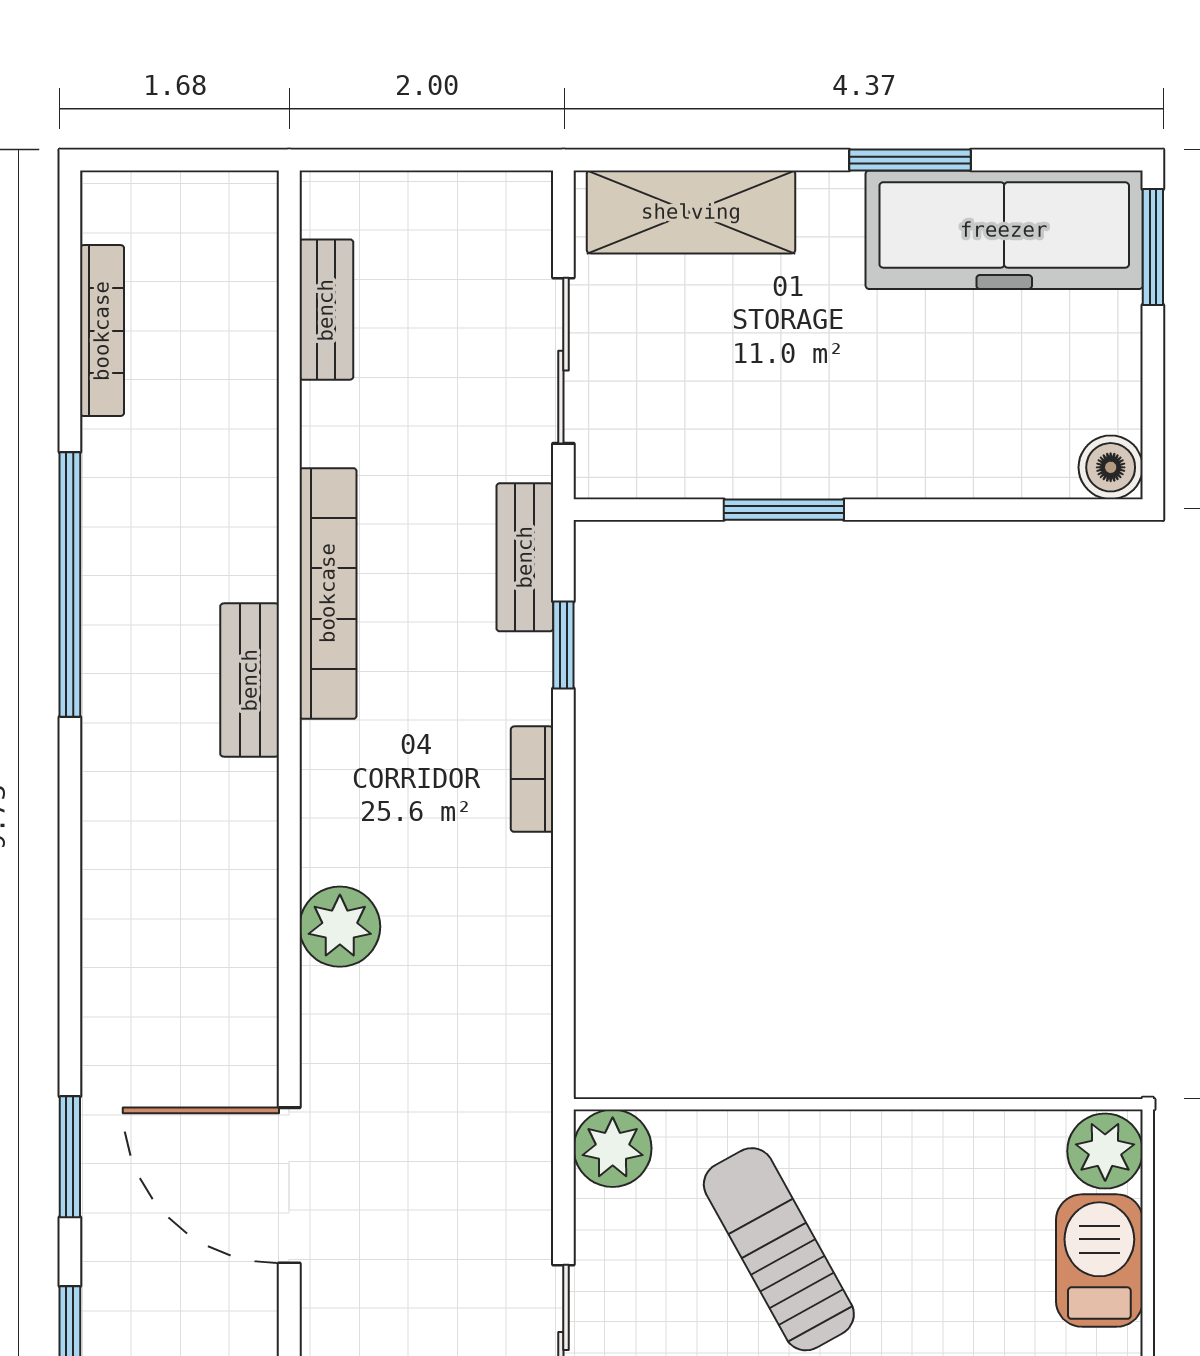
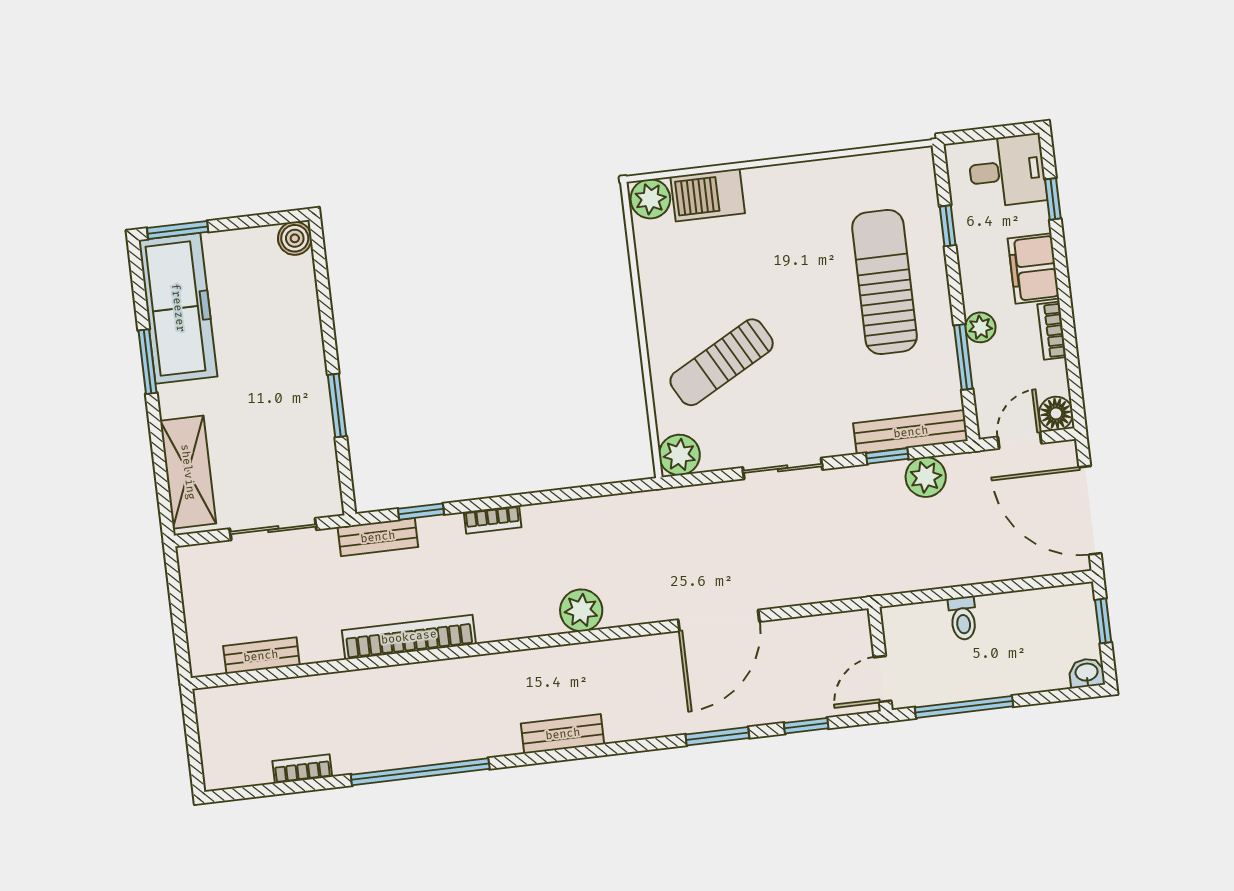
bookcase: (102, 331) -> (302, 769), width x0.64
bench: (250, 680) -> (563, 734), moved

